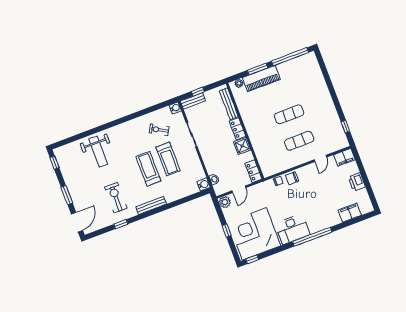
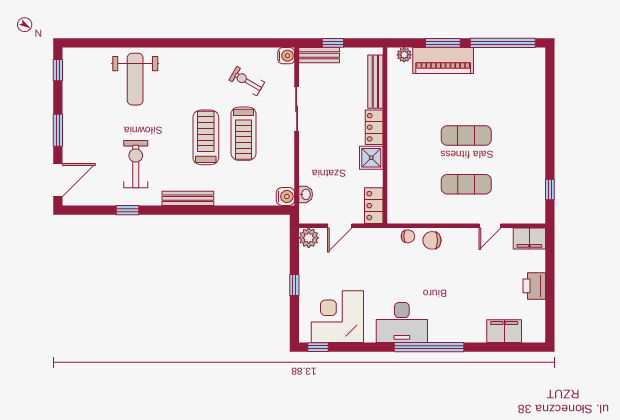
corner desk: (254, 234) -> (337, 317), width x0.74, depth x0.74

